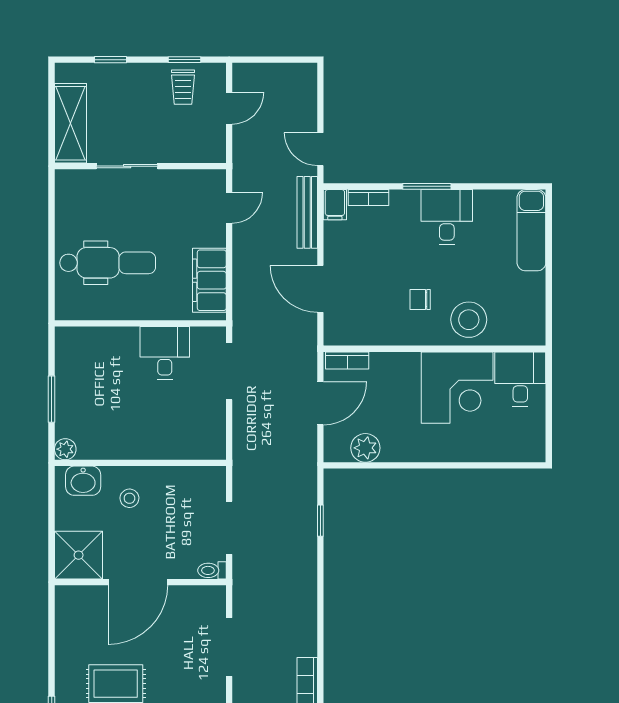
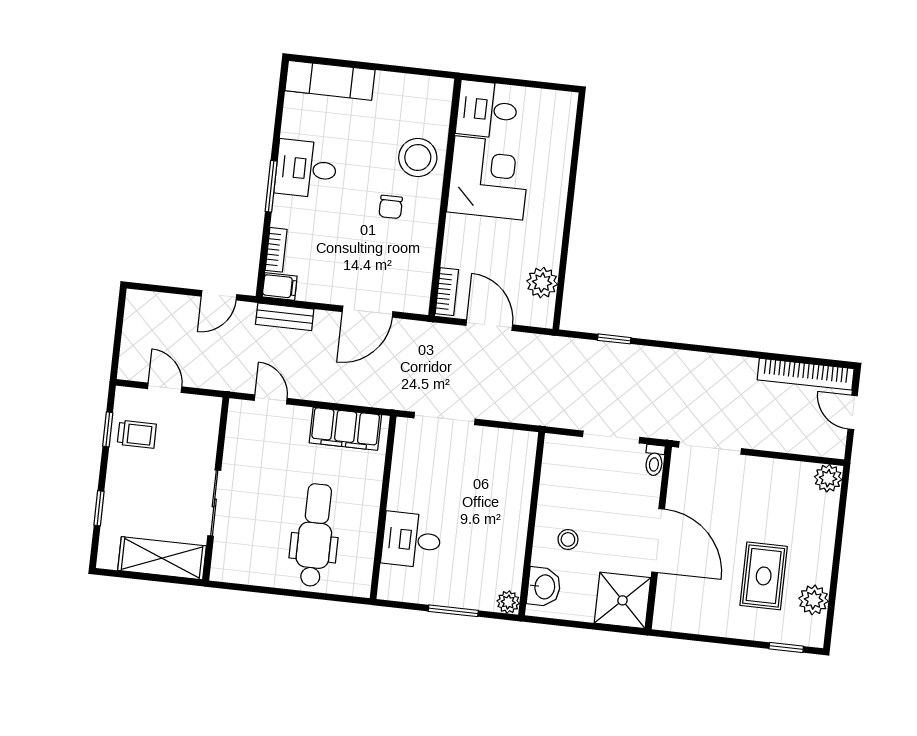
bench: (307, 212) -> (285, 317), width x0.73
desk: (165, 353) -> (411, 540), moved
doorway: (229, 647) -> (710, 448), moved

